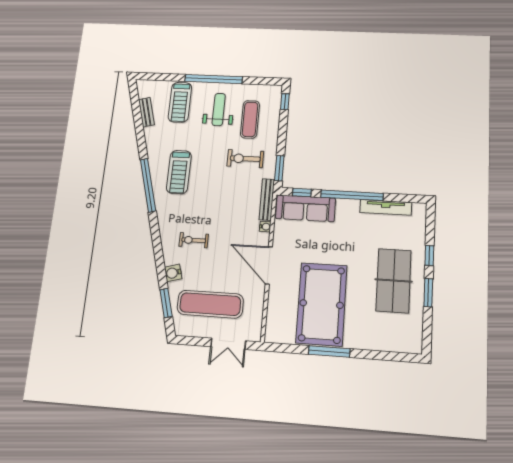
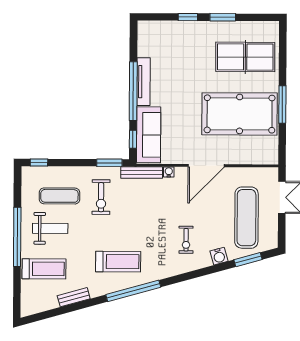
weight bench: (219, 109) -> (50, 228), turned 180
bench: (146, 112) -> (74, 297), moved
tv unit: (386, 207) -> (143, 82), moved
table tennis table: (394, 281) -> (245, 57), moved

